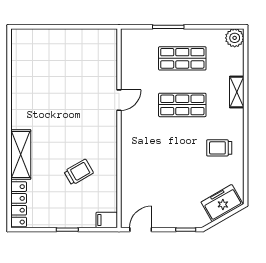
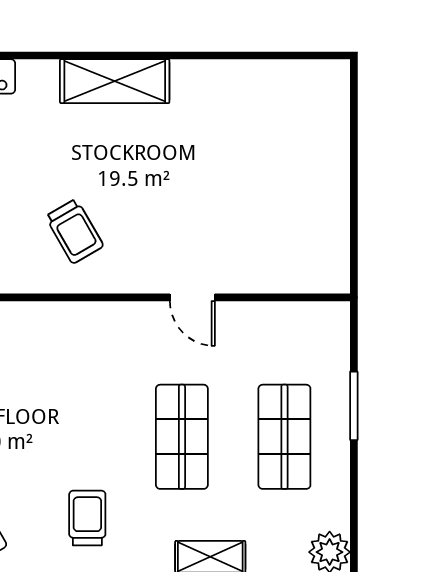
shelving: (21, 154) -> (115, 81), moved
trolley: (79, 172) -> (74, 231), moved

